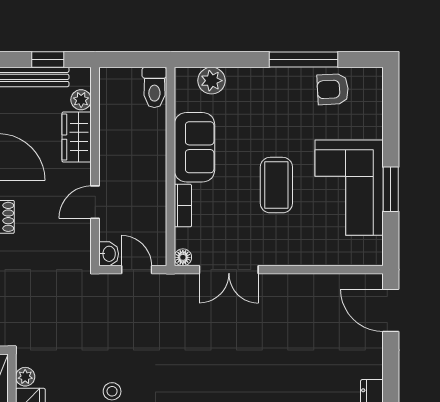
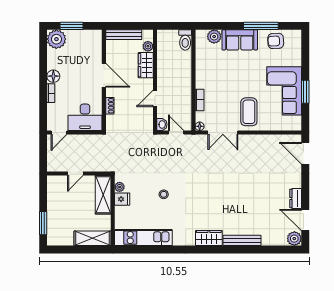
window: (48, 59) -> (131, 26), removed
sofa: (194, 147) -> (240, 40), moved, turned 90
coffee table: (276, 185) -> (249, 112), moved

